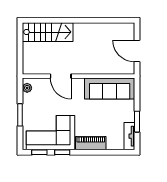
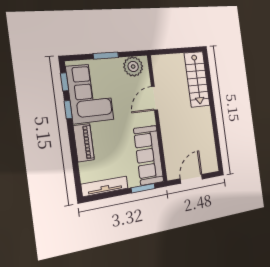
plant: (27, 88) -> (133, 67), width x1.88, depth x1.88
window: (137, 122) -> (143, 188), moved
tv unit: (129, 136) -> (105, 186), width x1.41

